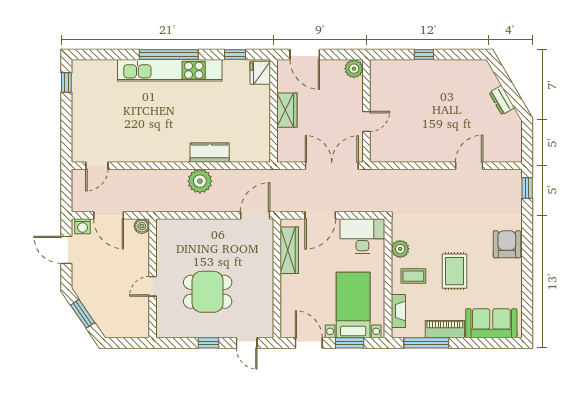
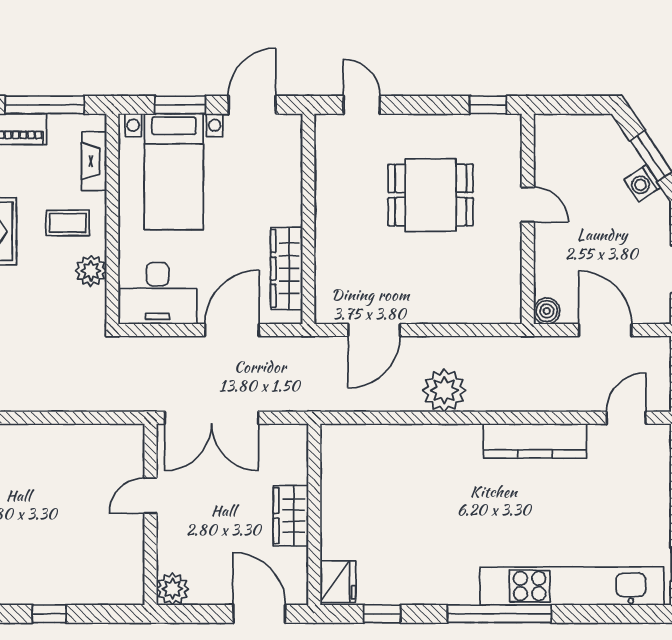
kitchen unit: (170, 70) -> (572, 586), moved
kitchen counter: (210, 153) -> (535, 441), moved, width x1.50
door: (255, 215) -> (374, 330), moved
washing machine: (83, 226) -> (643, 183), moved, turned -124
door: (153, 286) -> (528, 205), hinge flipped
window: (208, 343) -> (488, 105), moved
door: (309, 343) -> (252, 105), swing flipped

